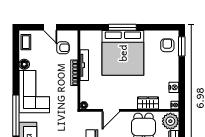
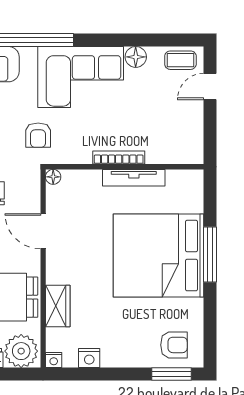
door: (50, 27) -> (210, 87), moved
armchair: (63, 48) -> (38, 135), moved

